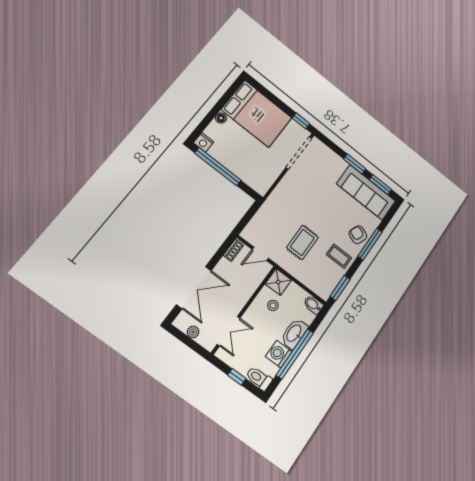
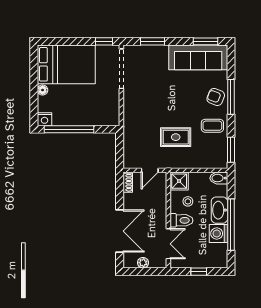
window: (355, 164) -> (153, 41), moved
rug: (302, 242) -> (176, 137), turned 90
toilet: (259, 378) -> (181, 220), moved, turned 180

